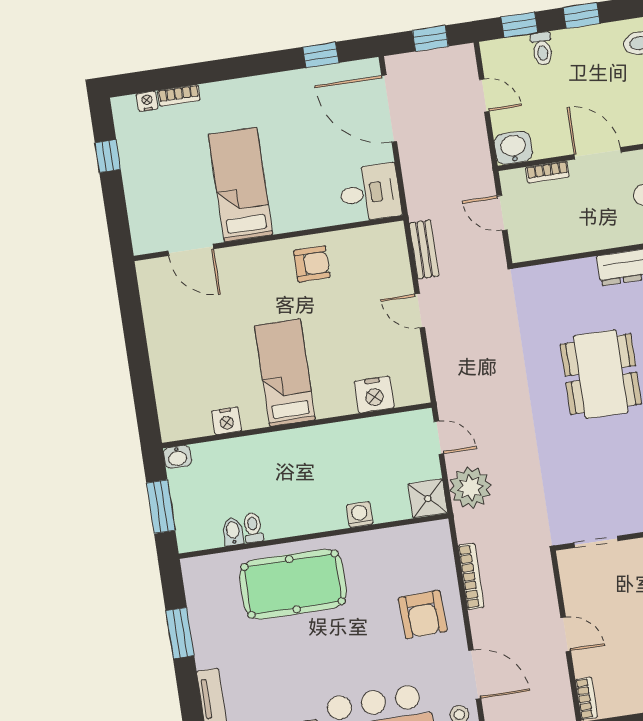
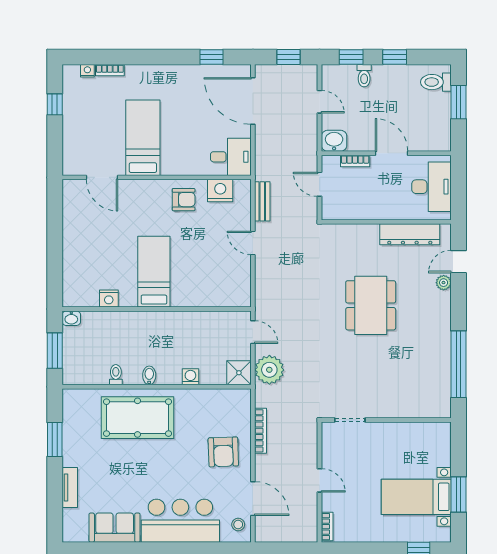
nightstand: (374, 395) -> (220, 191), moved, turned 180
bidet: (233, 532) -> (149, 375), moved

